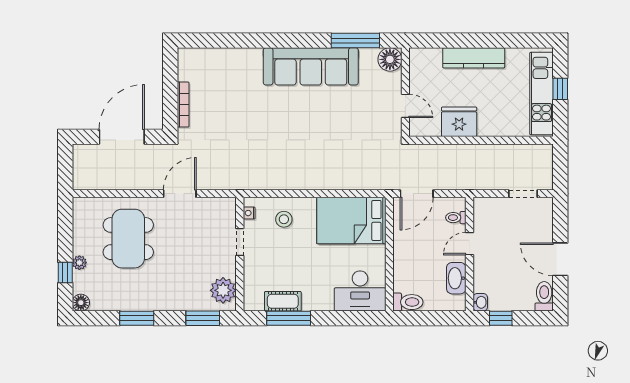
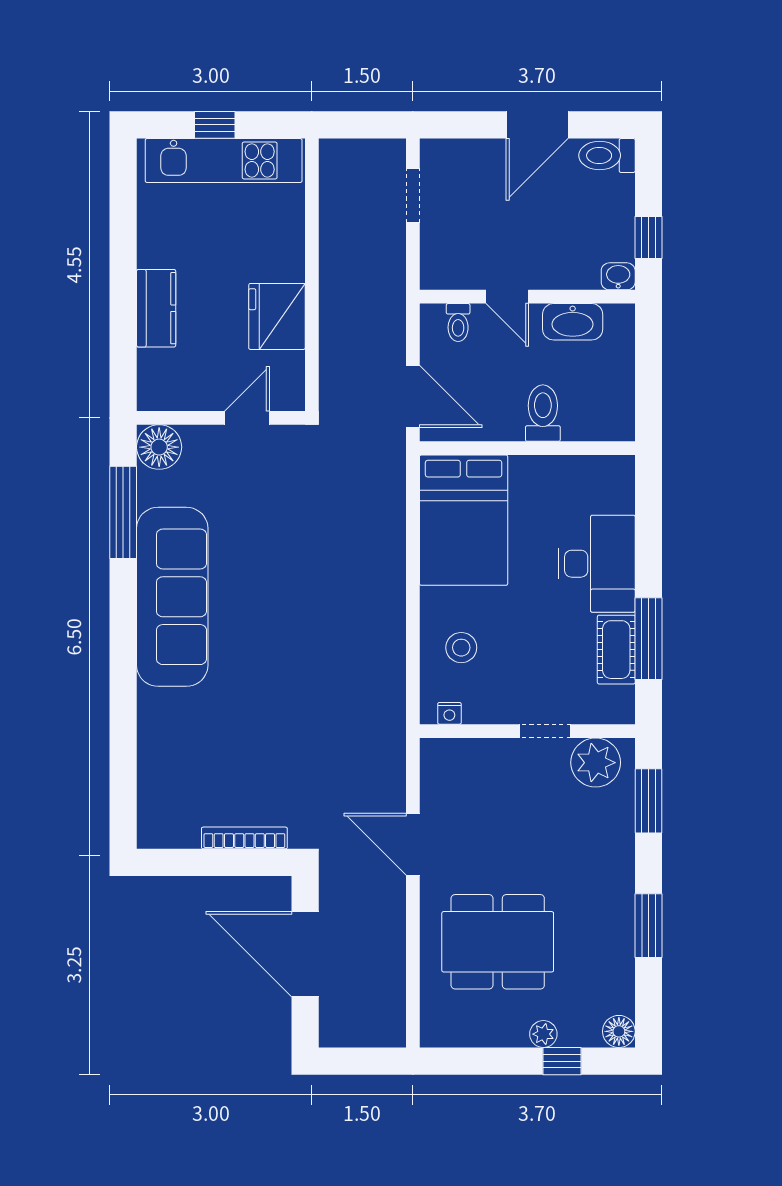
kitchen counter: (474, 58) -> (156, 308), width x0.67
doorway: (240, 242) -> (545, 731), moved
desk: (360, 291) -> (597, 564), moved
toilet: (408, 302) -> (543, 413), moved

